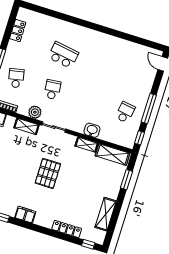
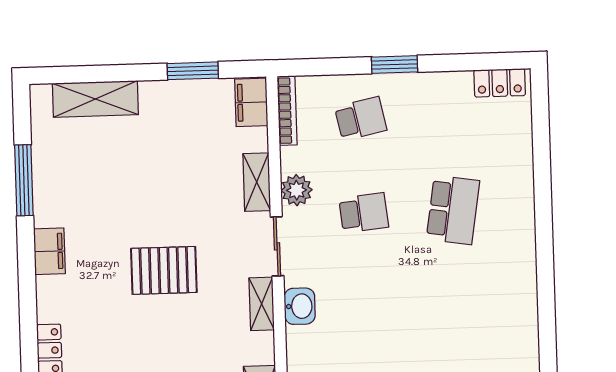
locker: (18, 31) -> (500, 83), moved
washbasin: (92, 130) -> (300, 306), moved
shelving: (87, 145) -> (262, 304), moved

